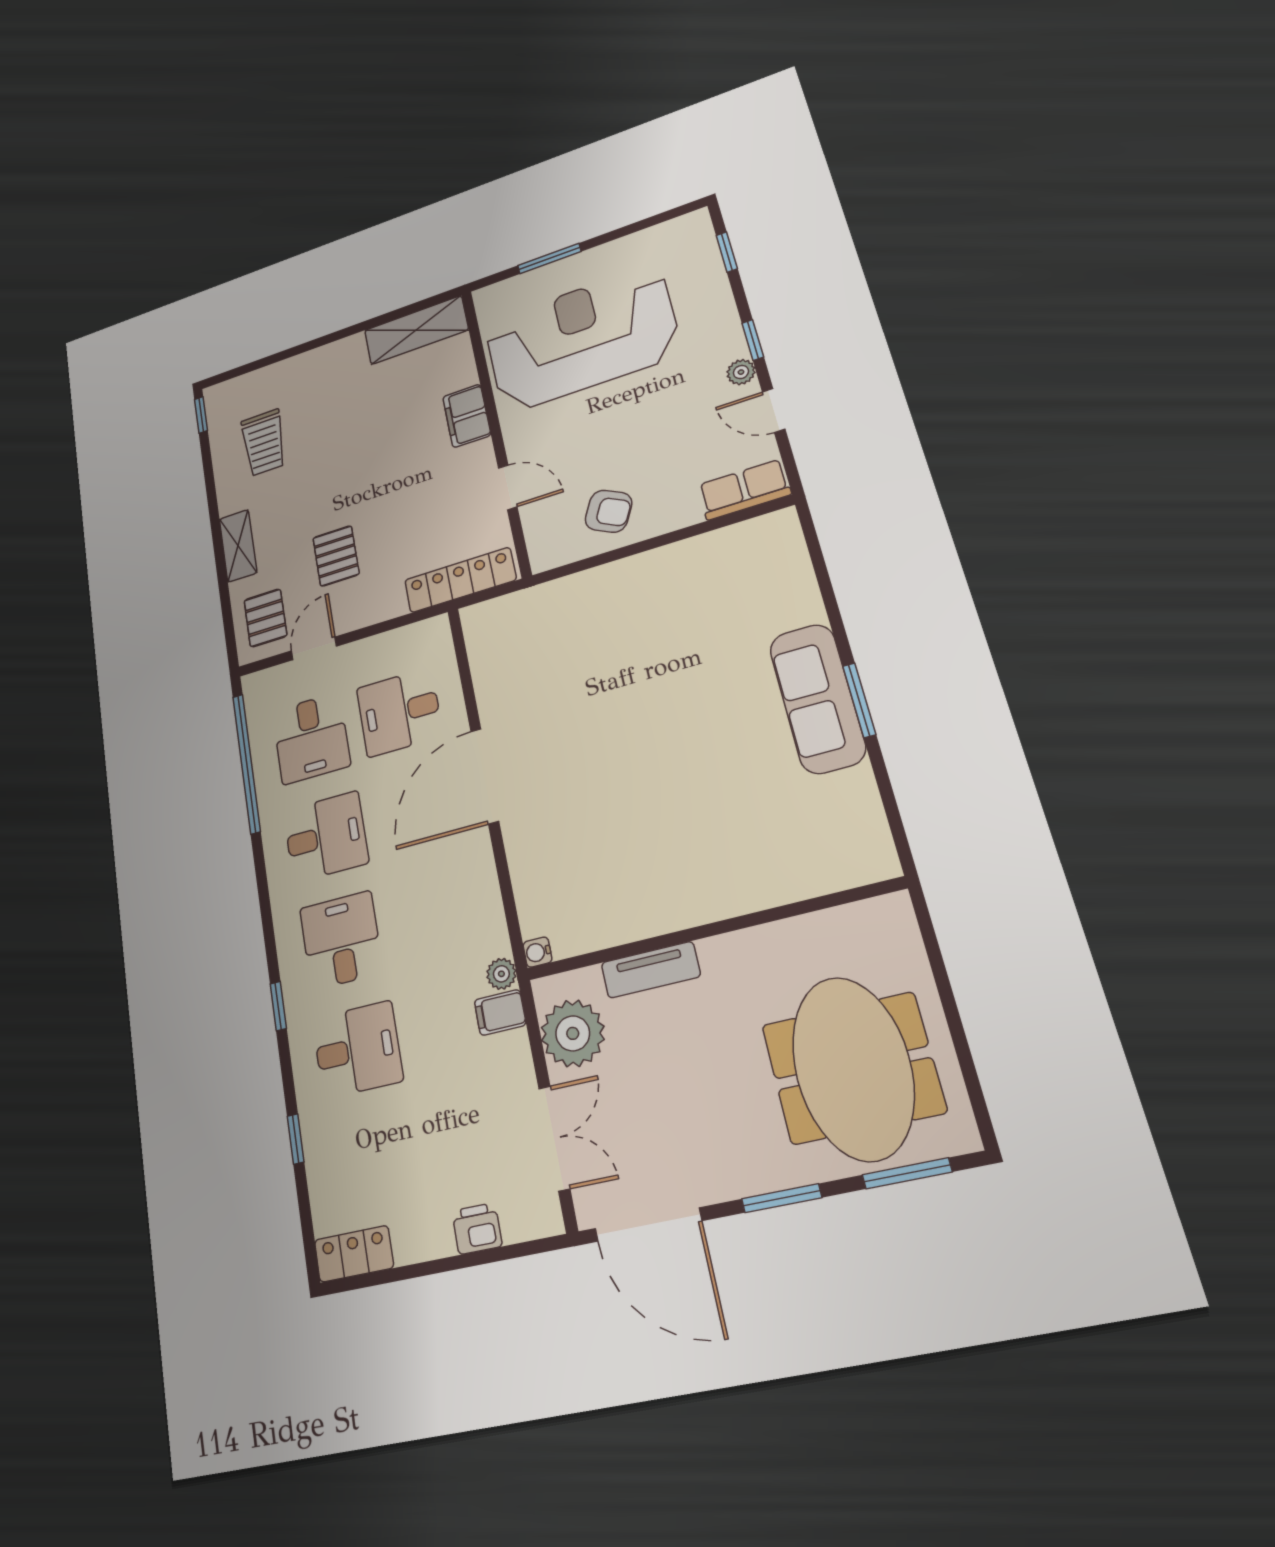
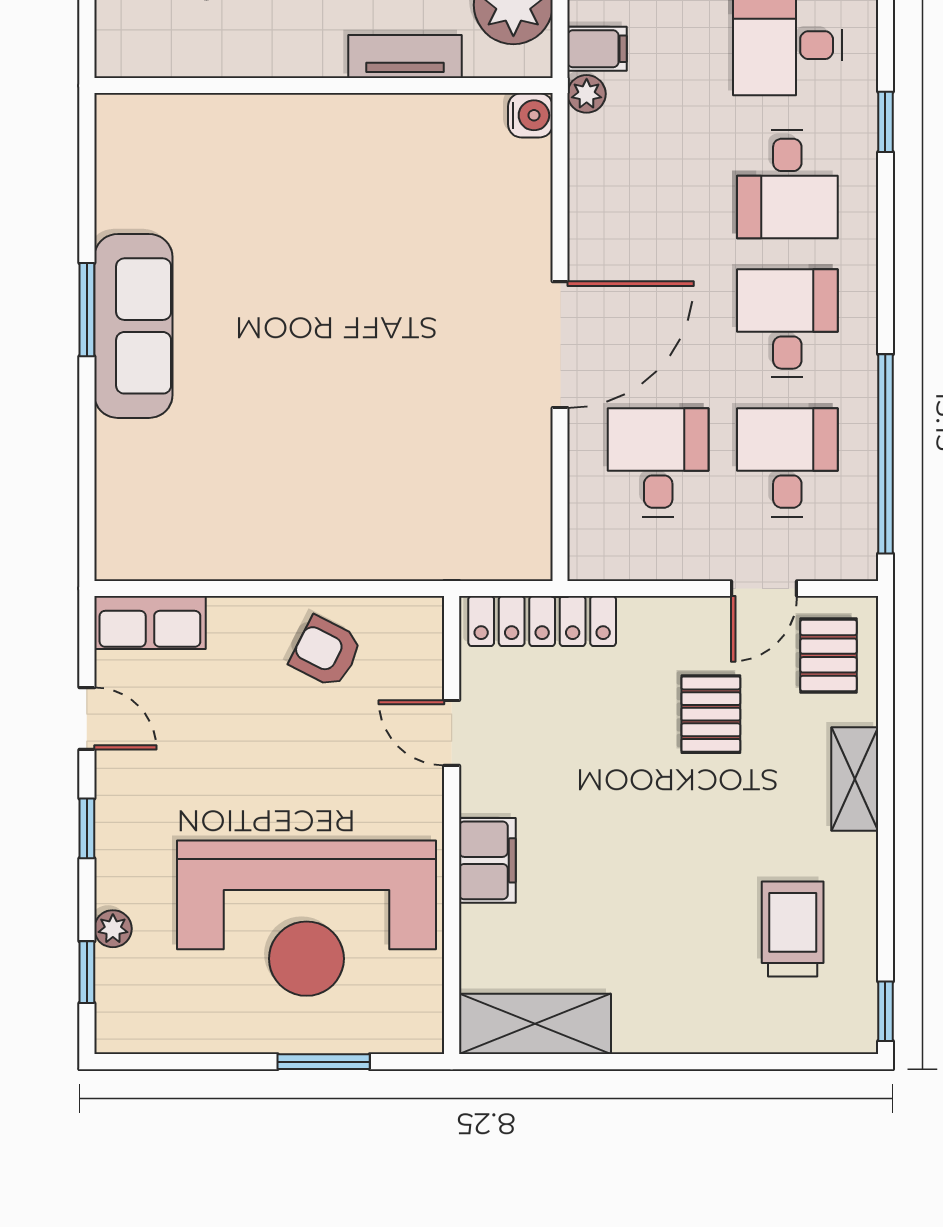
plant: (741, 372) -> (113, 929), moved
desk: (399, 712) -> (658, 462), turned -90
desk: (326, 837) -> (787, 323), turned 90
water cooler: (537, 952) -> (530, 115), width x1.38, depth x1.38

